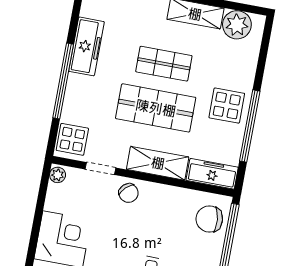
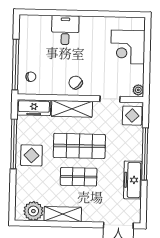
chair: (129, 193) -> (76, 83), moved
chair: (209, 219) -> (31, 77), width x0.54, depth x0.54

